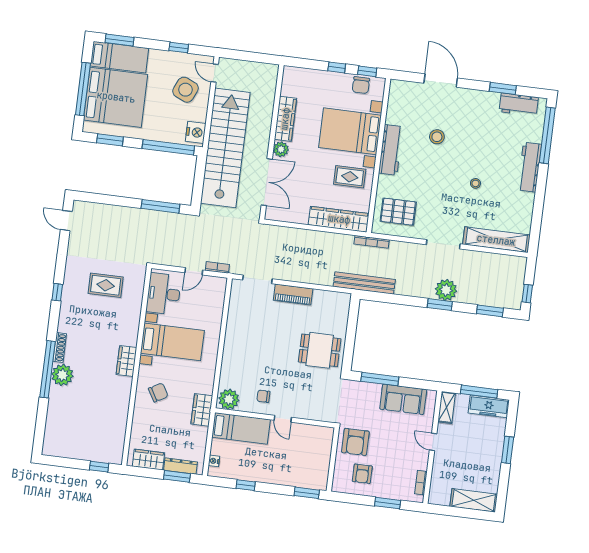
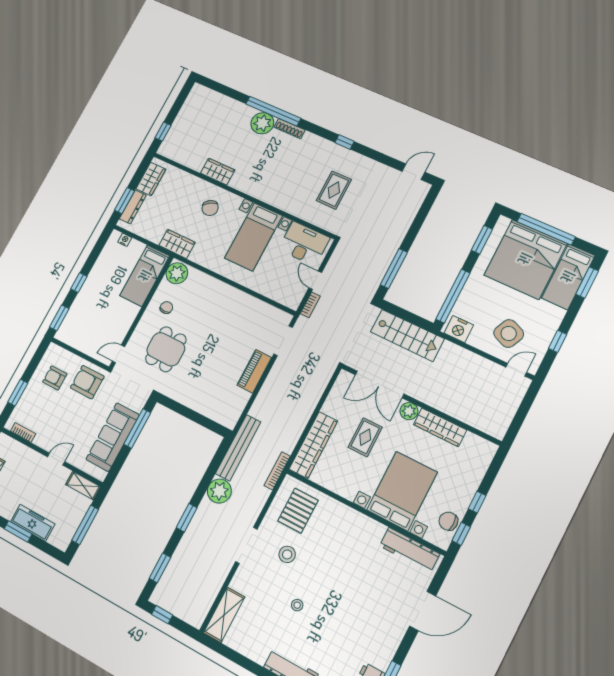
stool: (437, 137) -> (287, 554), moved
stairs: (225, 148) -> (407, 335), width x0.54, depth x0.66
workbench: (391, 150) -> (409, 550), moved
rug: (350, 177) -> (365, 437), moved
shelving: (496, 240) -> (224, 615), width x0.68
plant: (446, 290) -> (219, 491), moved
dining table: (320, 350) -> (166, 349), moved
wardrobe: (126, 361) -> (218, 172), moved
sofa: (403, 399) -> (113, 437), width x1.36
freezer: (489, 406) -> (33, 523), moved, turned 90
door: (283, 419) -> (118, 354), moved
window: (246, 485) -> (79, 283), moved

